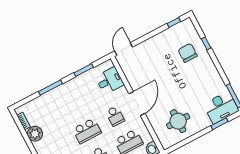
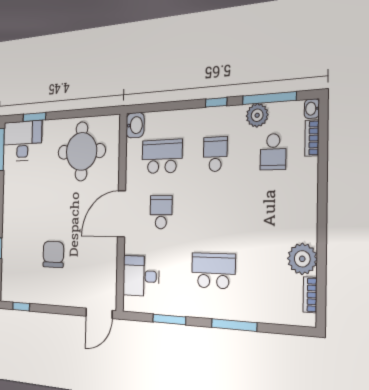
chair: (188, 53) -> (53, 254), moved, turned 180
round table: (178, 121) -> (81, 151), width x1.36, depth x1.36
school desk: (87, 131) -> (213, 271), moved

